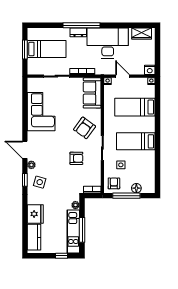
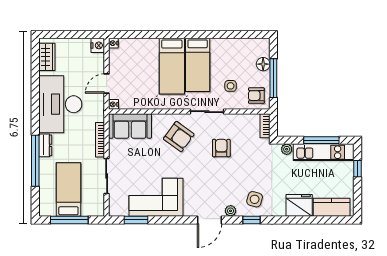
window: (81, 25) -> (35, 161), moved
window: (25, 49) -> (69, 220), width x1.44
window: (25, 97) -> (136, 220), added
bed: (135, 107) -> (172, 66), moved

